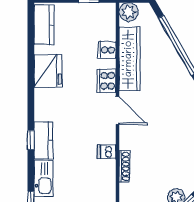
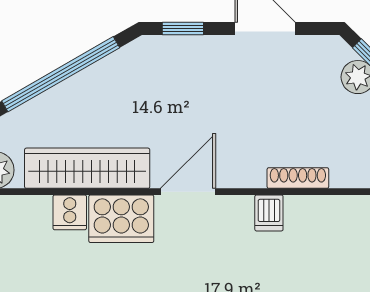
cooker: (107, 81) -> (121, 219), width x1.37, depth x1.31

